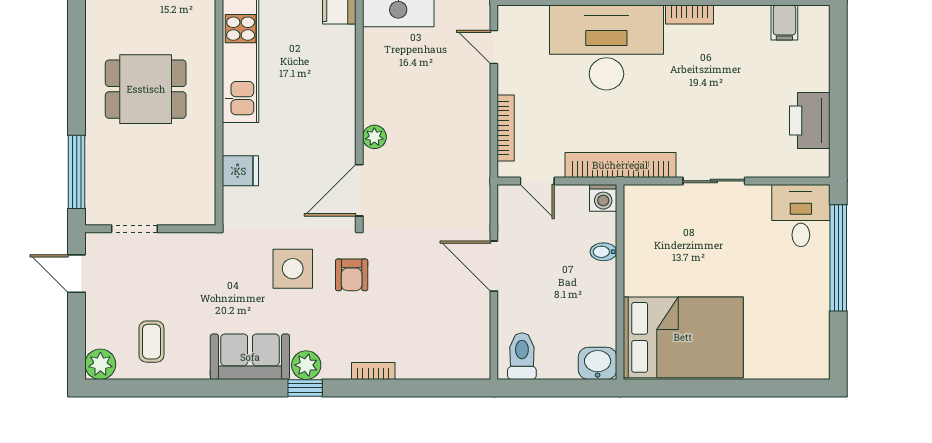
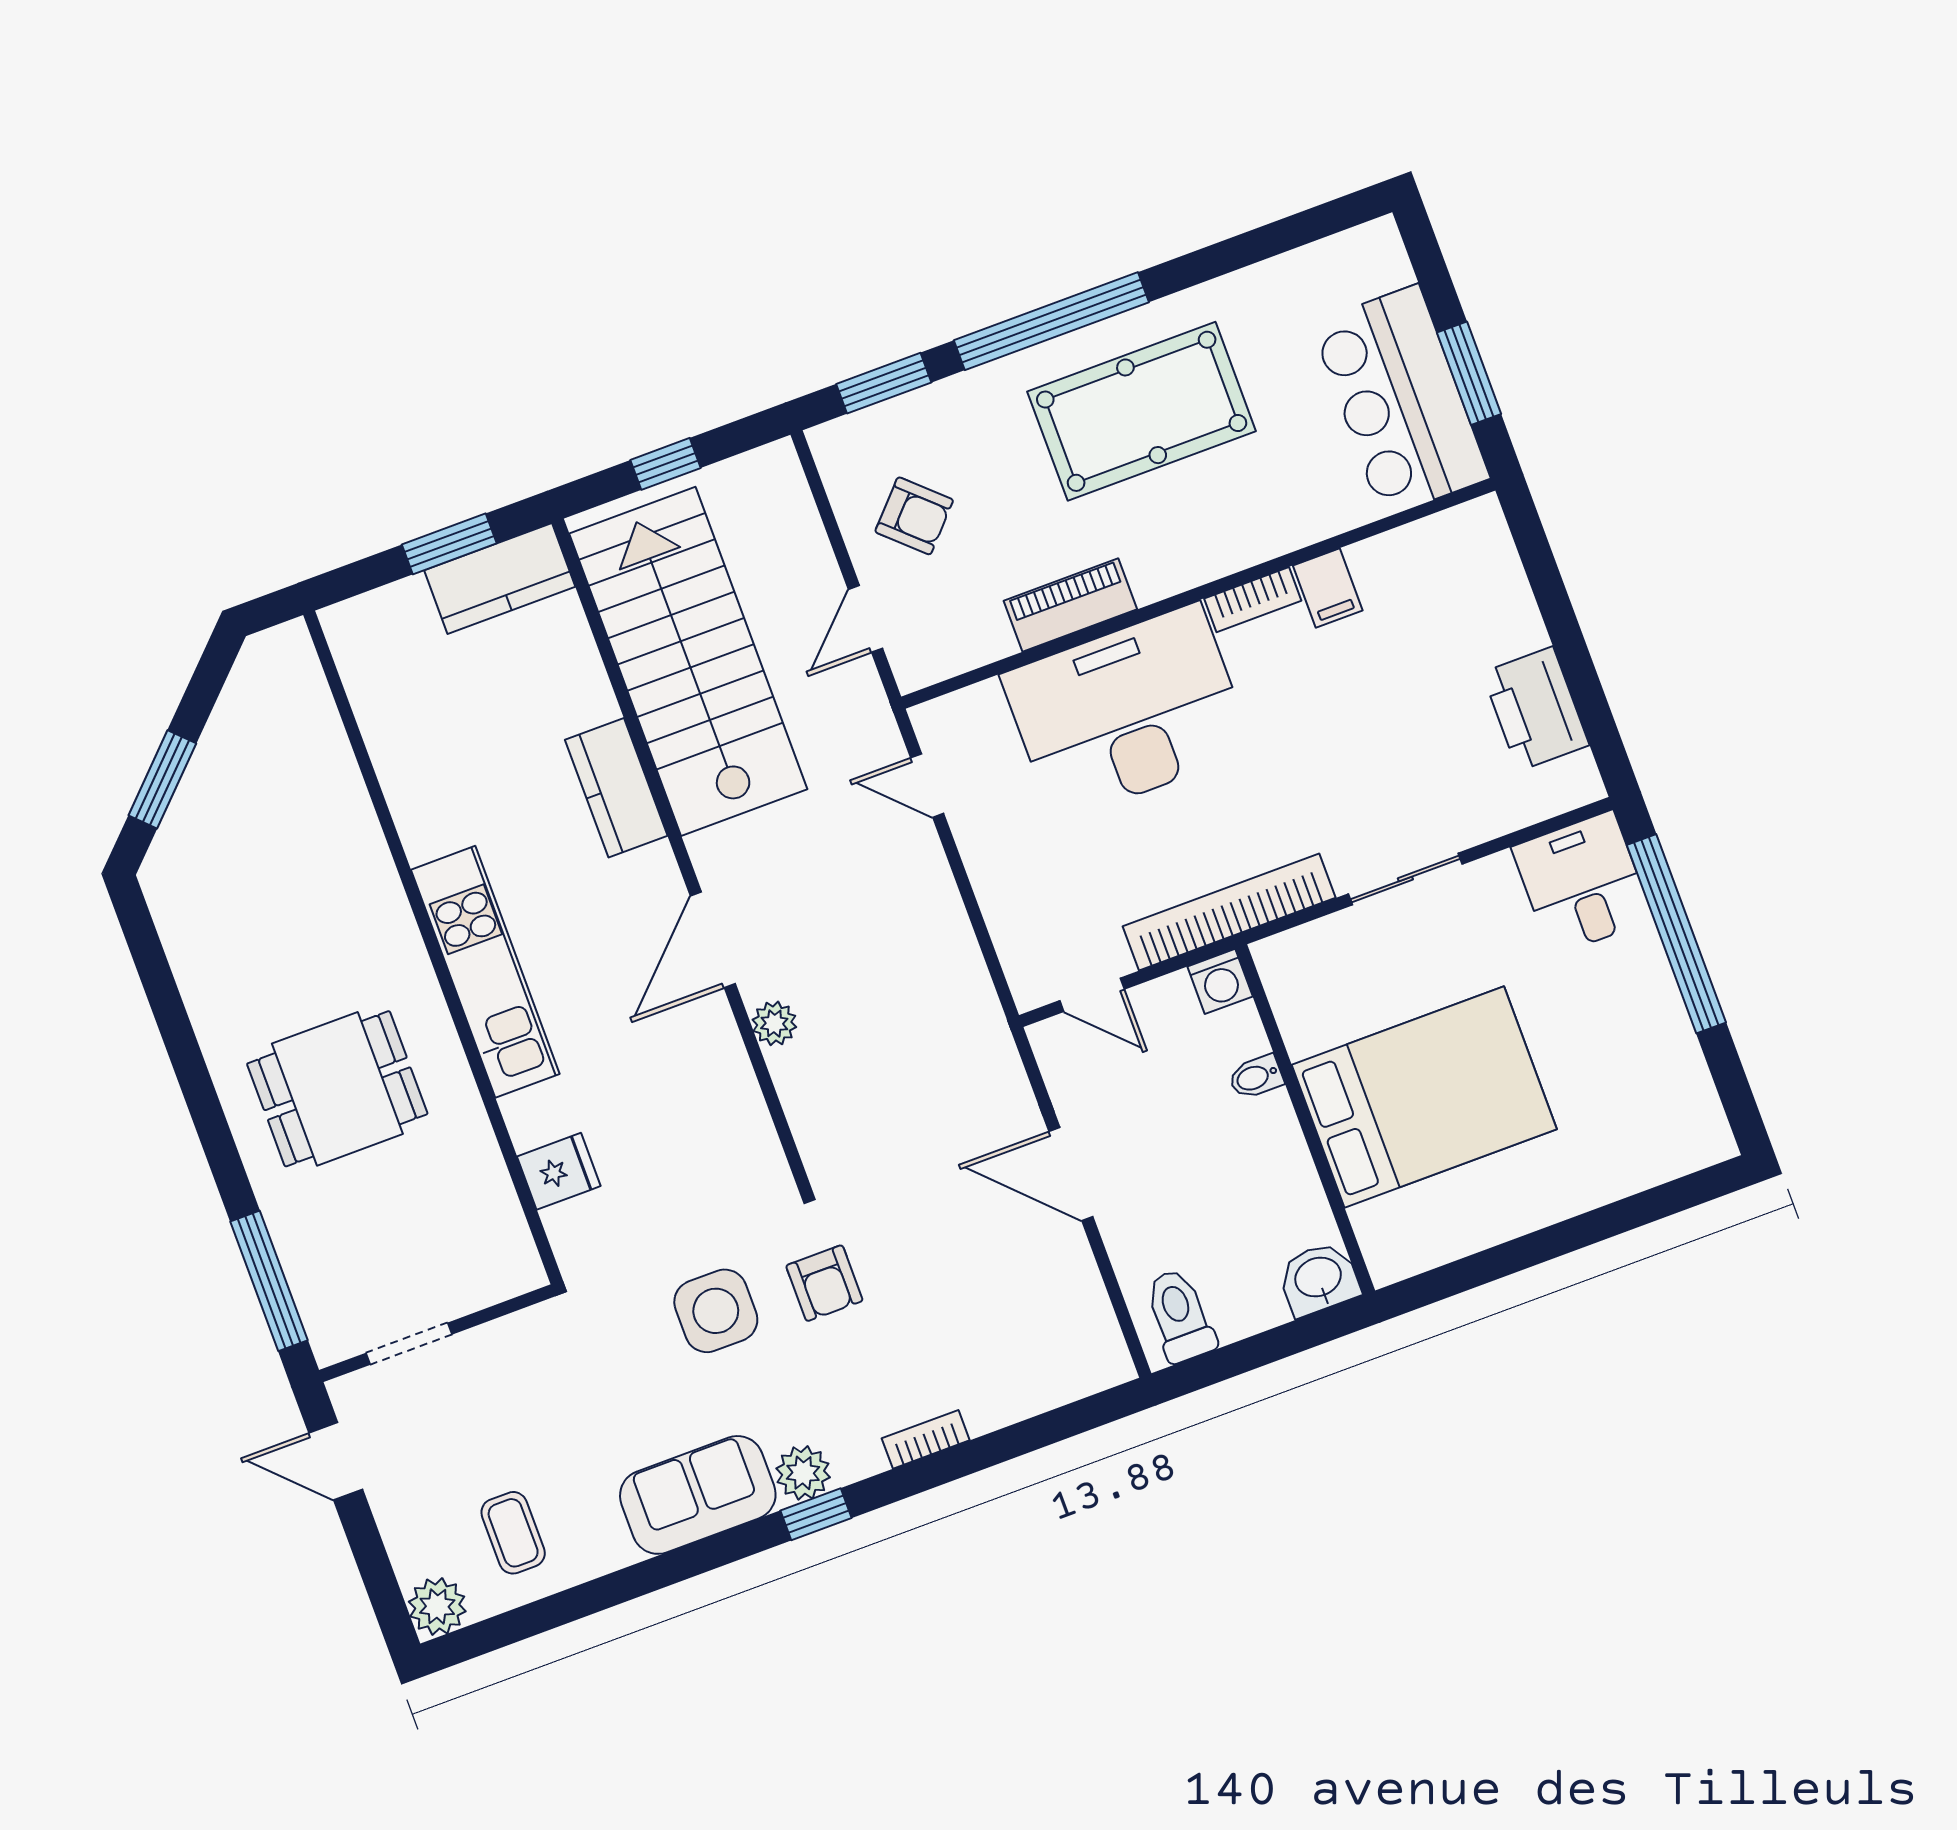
filing cabinet: (784, 22) -> (1328, 588), moved
bookcase: (506, 128) -> (1001, 922), removed
door: (359, 190) -> (713, 940), moved
bed: (683, 337) -> (1424, 1097), moved

